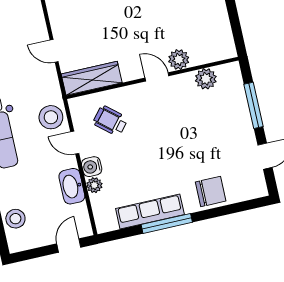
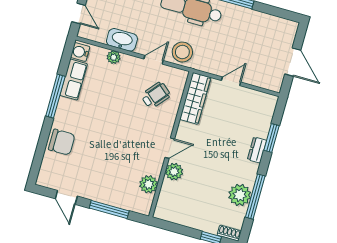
water cooler: (92, 167) -> (80, 52), moved, turned -90
chair: (211, 192) -> (62, 142), turned -90
row of seats: (150, 212) -> (74, 80), width x0.68

